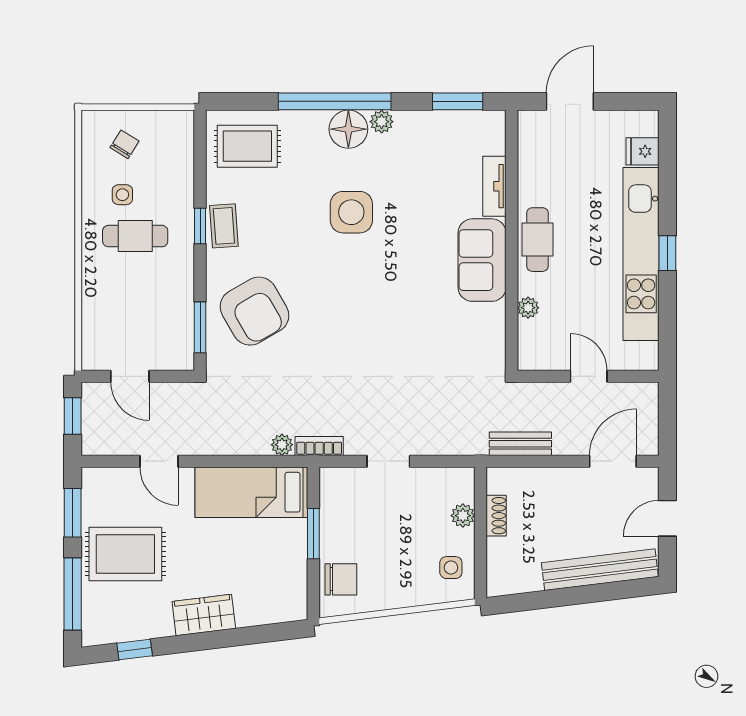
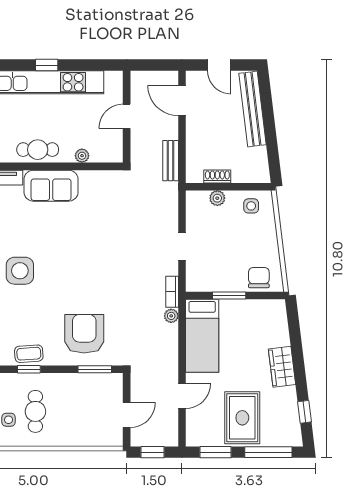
armchair: (255, 311) -> (84, 334), turned -60

